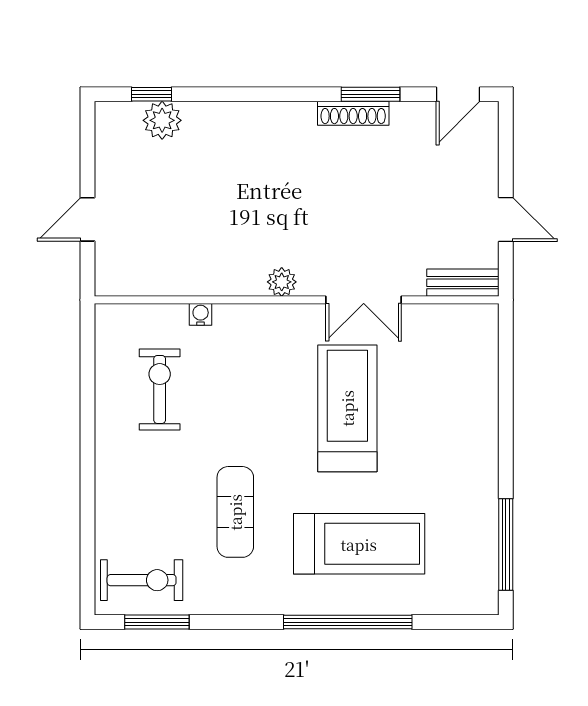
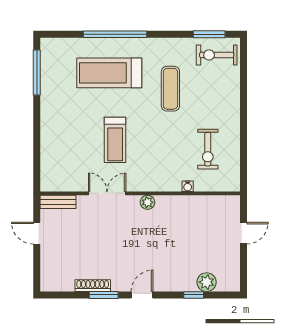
window: (151, 94) -> (194, 295), moved
door: (458, 94) -> (142, 295), moved
shoe rack: (353, 113) -> (93, 286), moved
treadmill: (347, 408) -> (115, 140), width x0.73, depth x0.73

